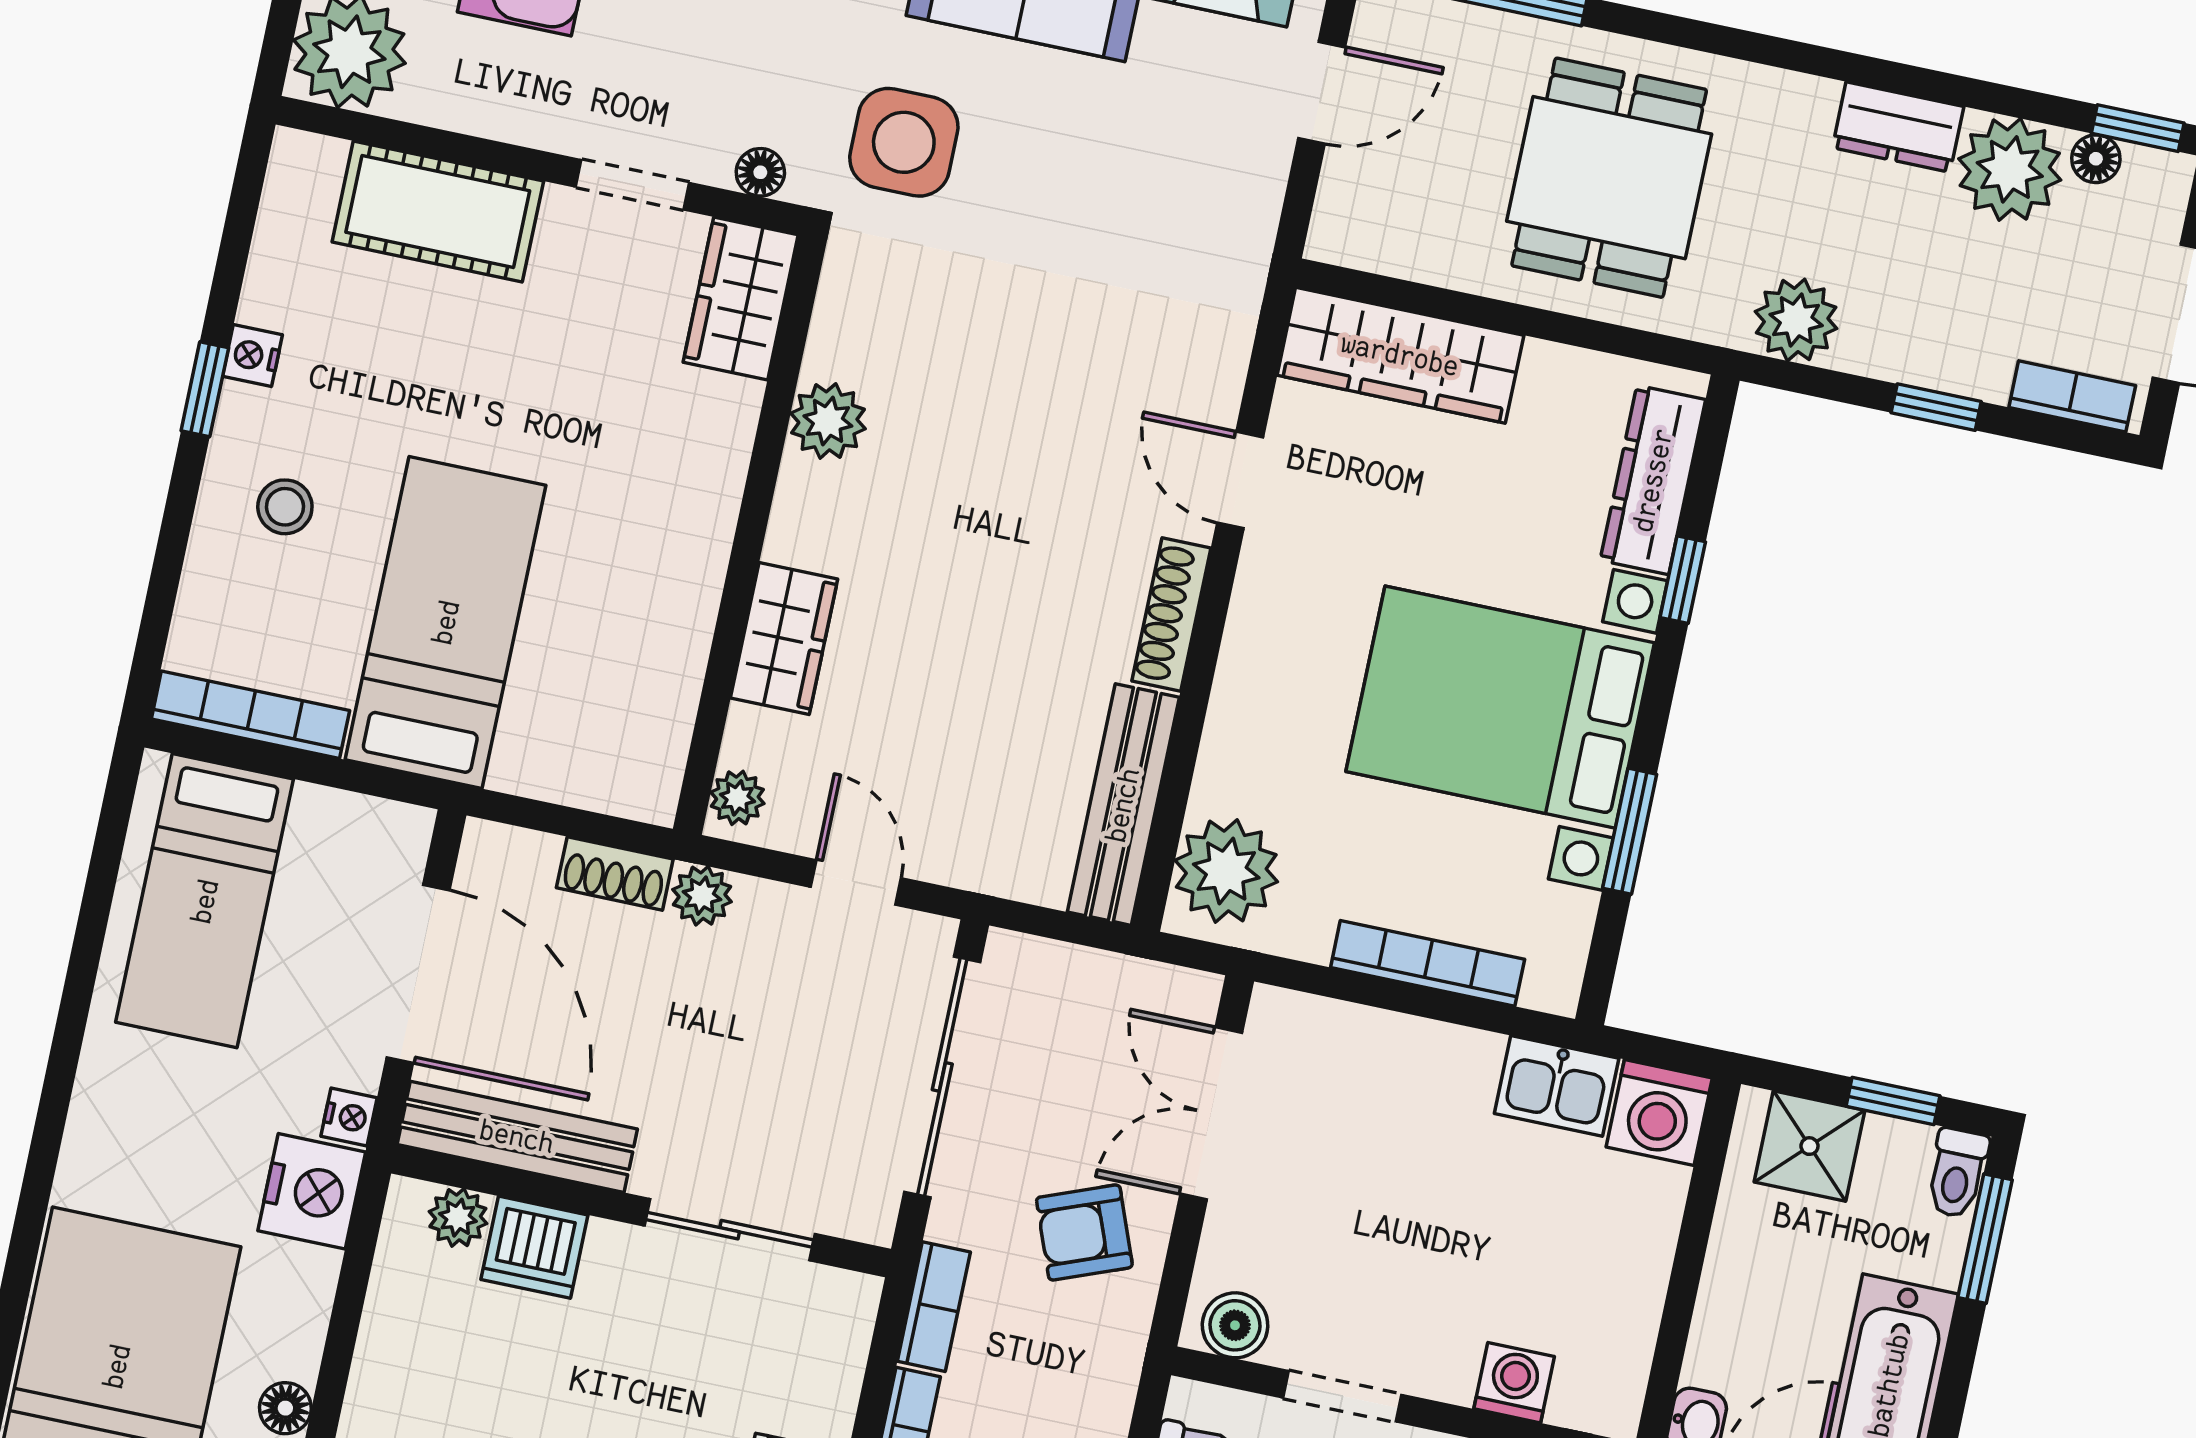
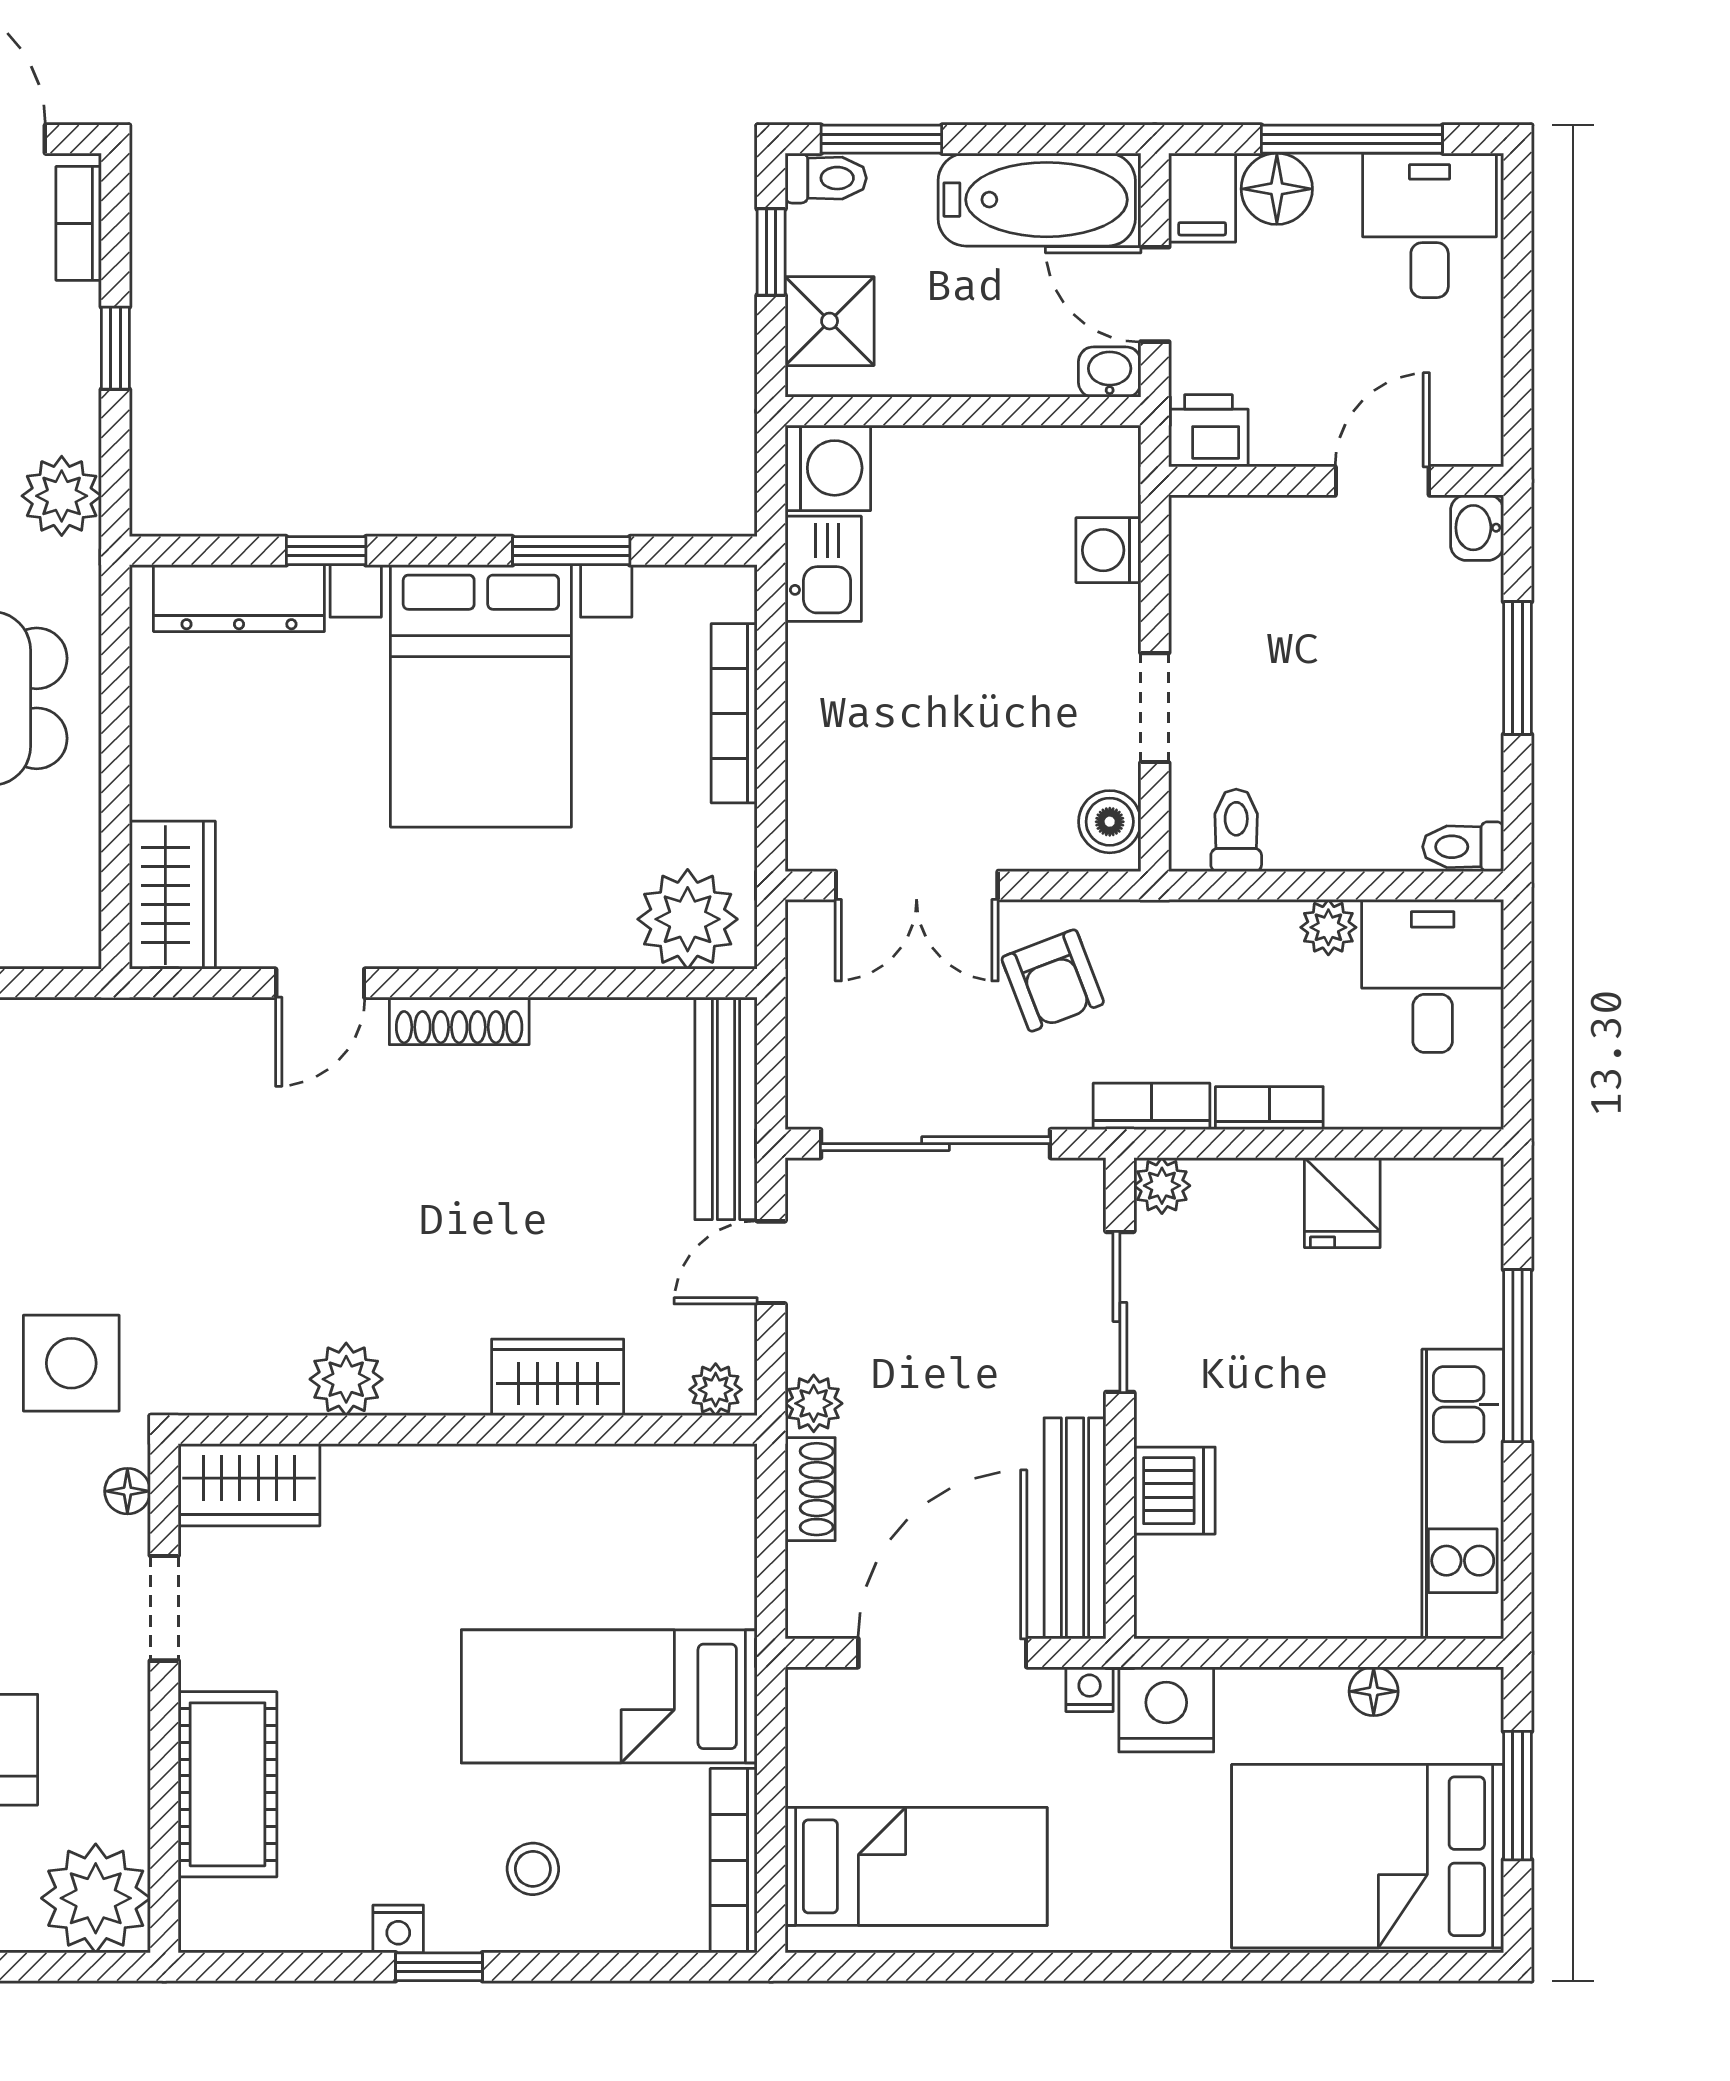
wardrobe: (1400, 355) -> (172, 895), width x0.67
bench: (1123, 805) -> (726, 1108), moved, turned 90
plant: (458, 1218) -> (1162, 1186), moved

